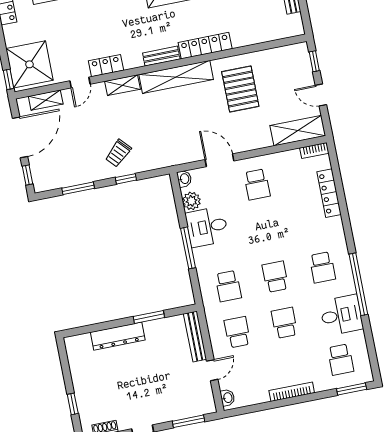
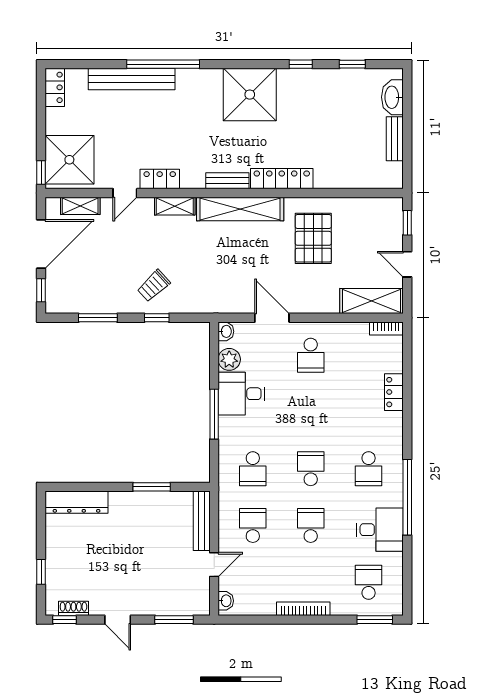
locker: (329, 193) -> (394, 392), width x0.66
dresser: (118, 336) -> (77, 502), moved
school desk: (341, 360) -> (369, 582), turned 180

